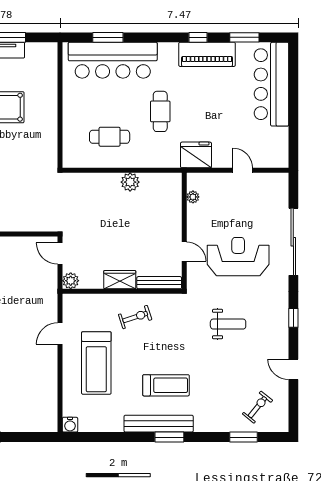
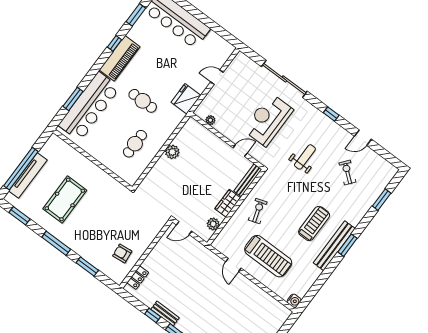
piano: (207, 54) -> (120, 58), moved
plant: (71, 281) -> (213, 224), moved
exercise bike: (257, 407) -> (347, 172), moved

